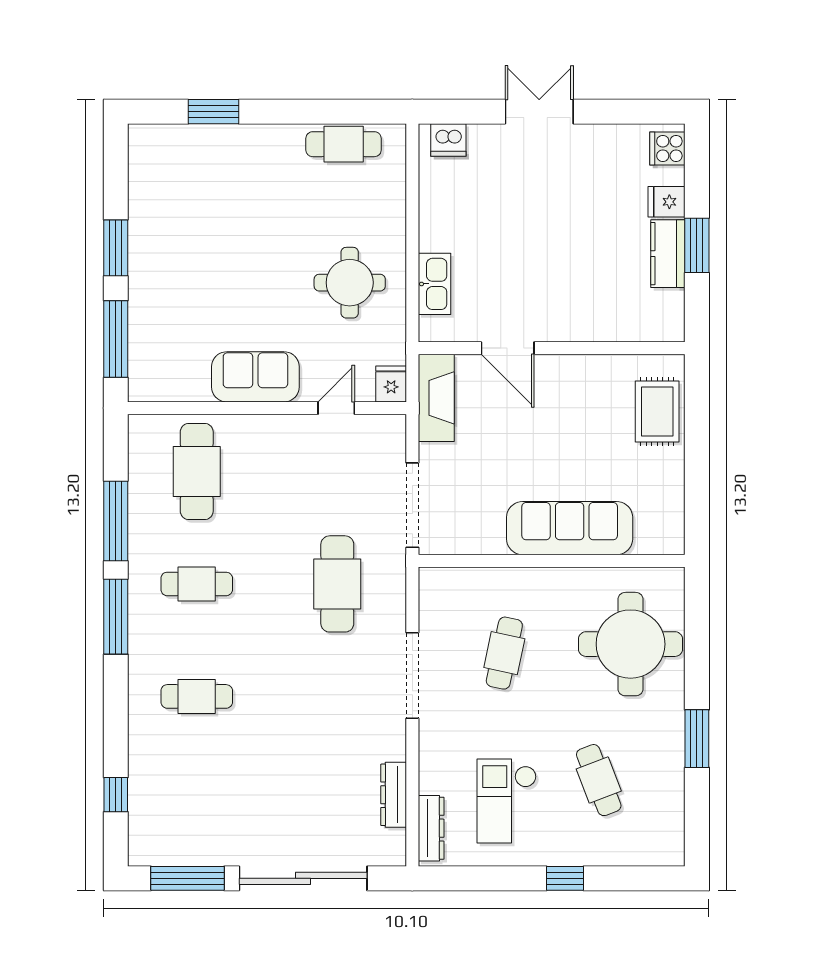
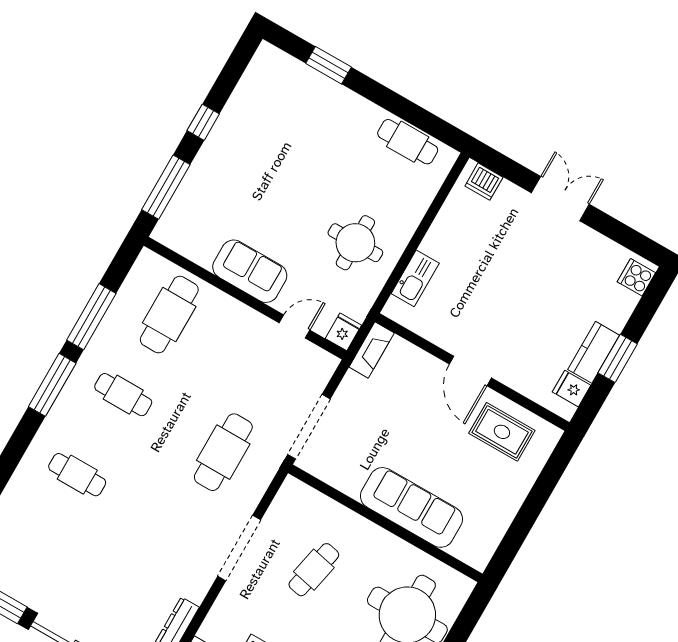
fridge: (666, 202) -> (572, 389), moved
window: (116, 248) -> (203, 122), width x0.67
door: (508, 348) -> (470, 371), moved
fireplace: (436, 398) -> (372, 350), width x0.73, depth x0.76
rug: (657, 411) -> (502, 432), moved, turned 90

